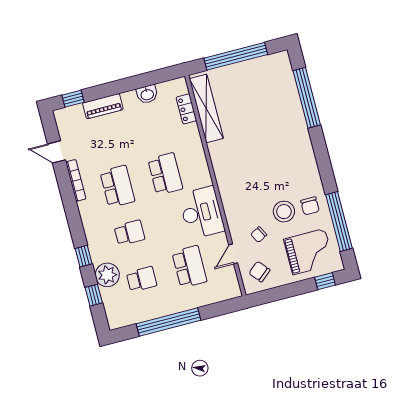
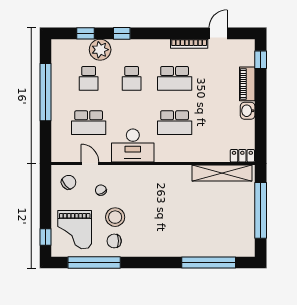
washbasin: (147, 94) -> (248, 111), moved
locker: (186, 109) -> (242, 156), moved

